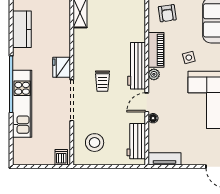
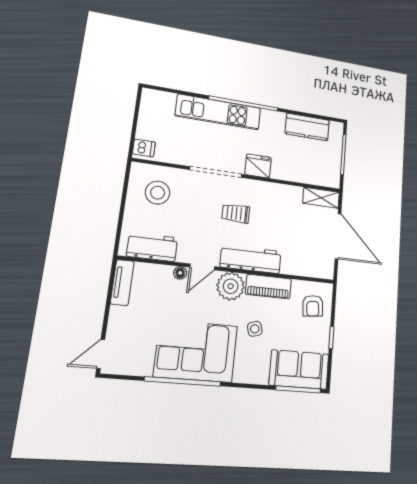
armchair: (167, 13) -> (313, 306), turned -87
plant: (154, 74) -> (231, 286), width x1.87, depth x1.87
door: (147, 102) -> (202, 267), swing flipped

